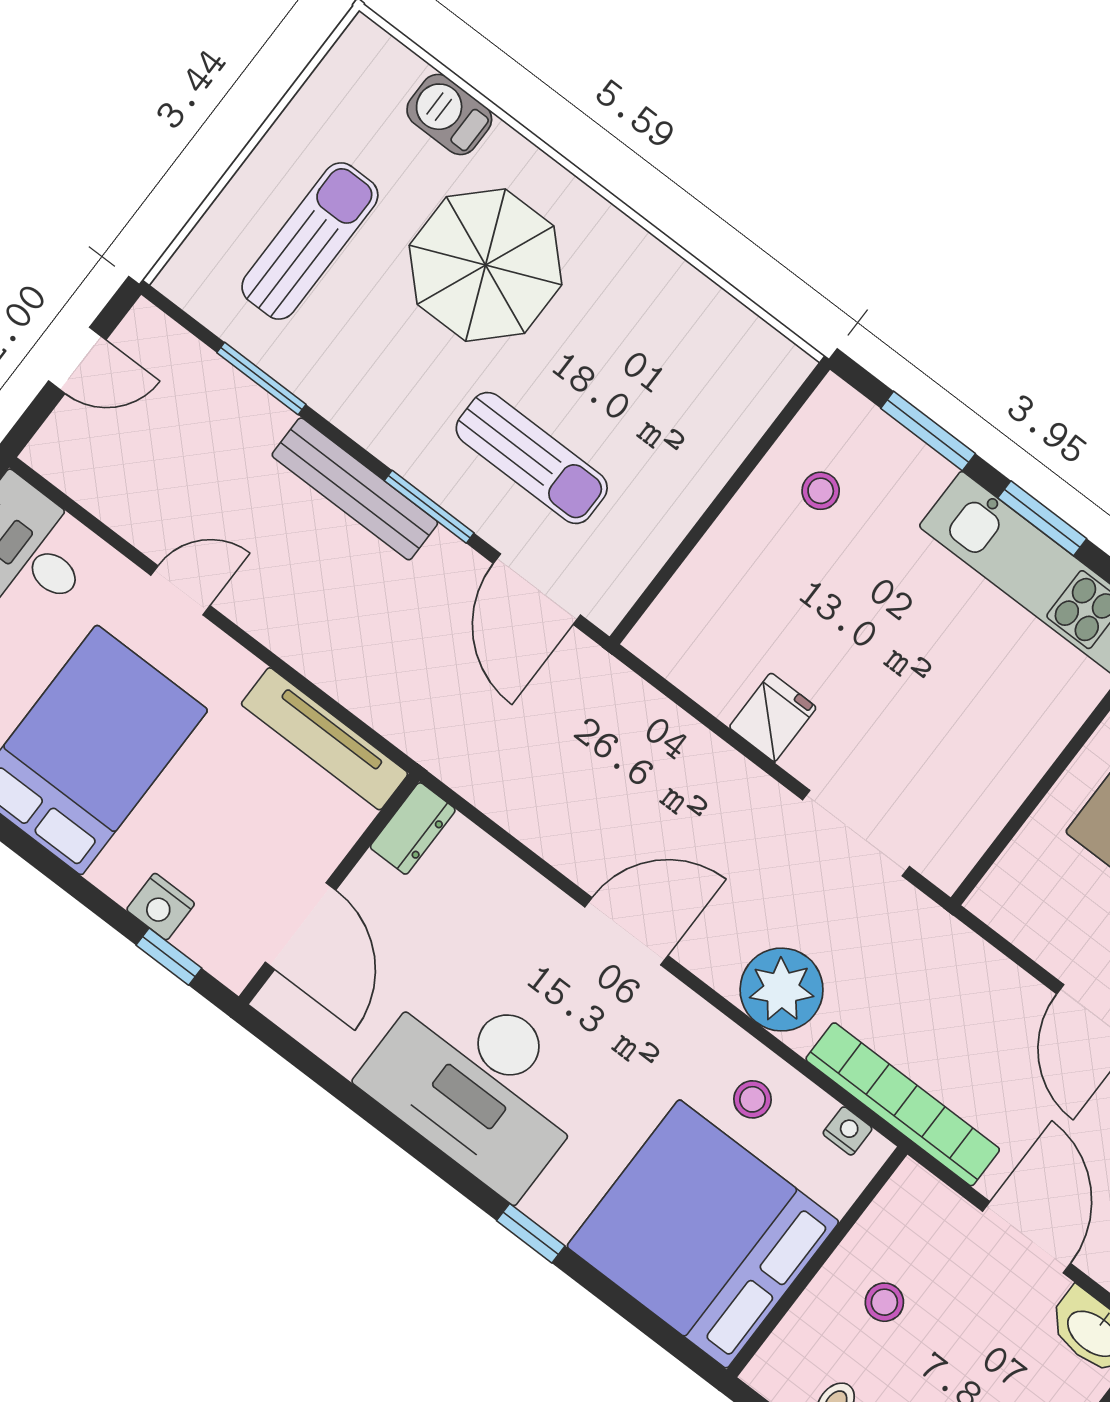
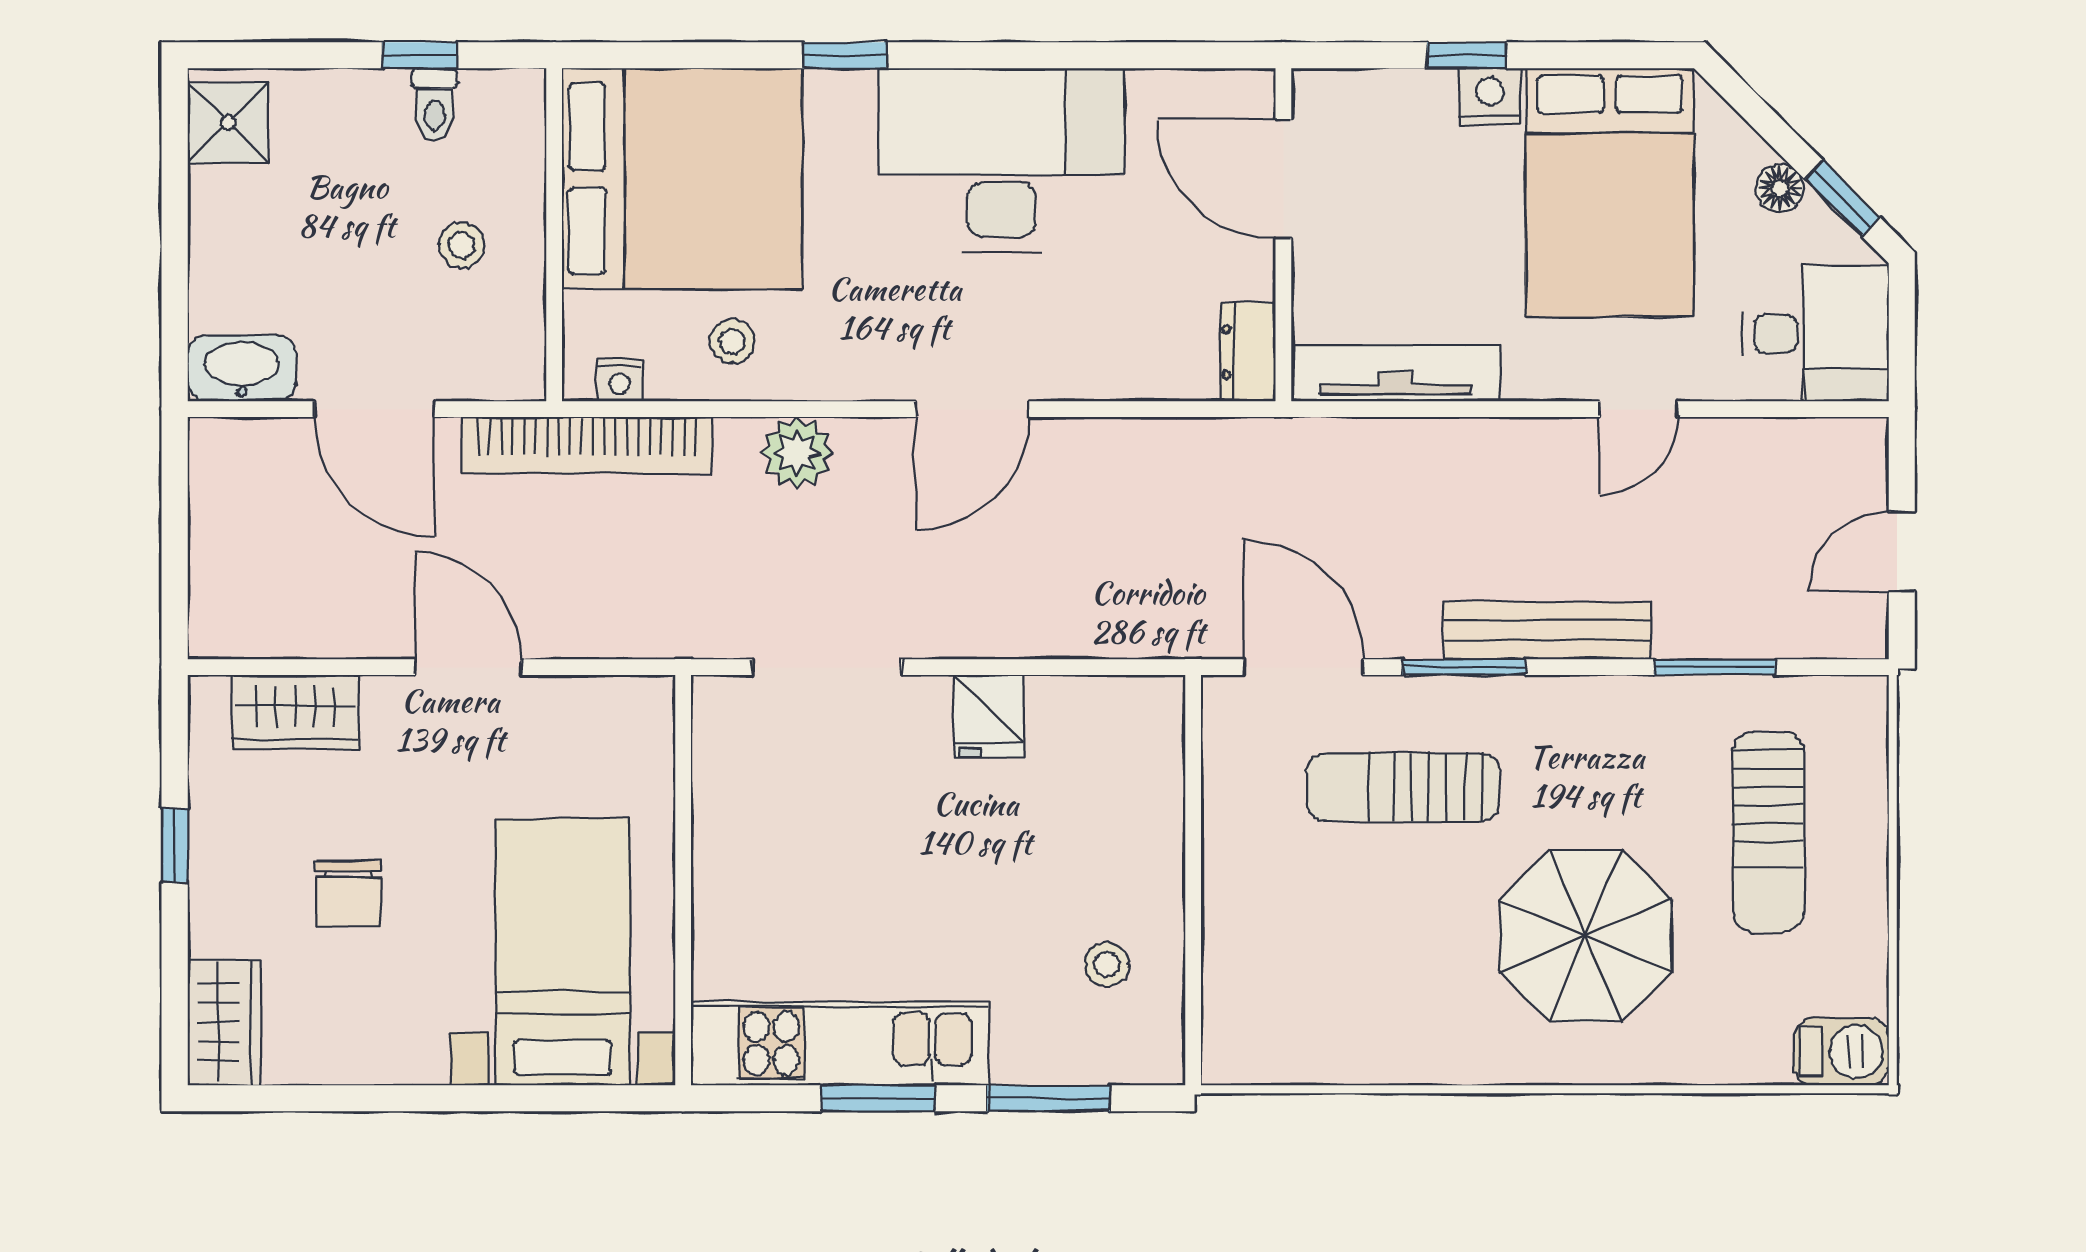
barbecue: (449, 114) -> (1841, 1052), moved
nightstand: (161, 907) -> (1490, 97), moved
window: (169, 957) -> (1467, 55), moved
plant: (782, 990) -> (797, 453), width x0.73, depth x0.73

